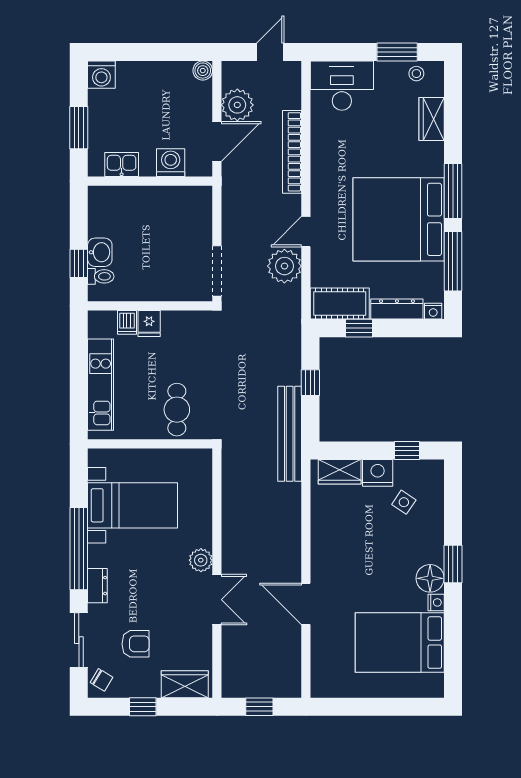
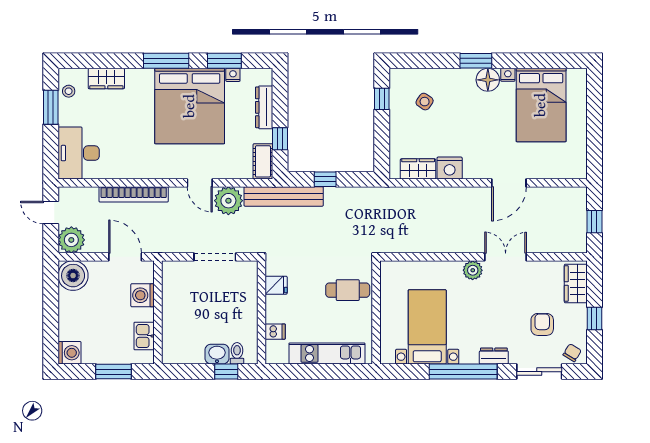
boiler: (203, 71) -> (73, 276), width x1.86, depth x1.86
plant: (237, 105) -> (71, 240), moved
window: (453, 261) -> (224, 61), width x0.69
doorway: (217, 271) -> (215, 257), moved
cot: (340, 304) -> (263, 161), width x0.73, depth x0.75
nightstand: (433, 311) -> (233, 75), moved, turned -90
fridge: (149, 323) -> (276, 285), moved
bench: (290, 434) -> (284, 196), moved
wardrobe: (340, 472) -> (418, 169), moved, turned -90
nightstand: (378, 473) -> (450, 168), moved, turned -90

